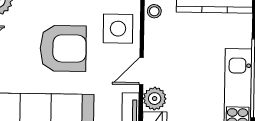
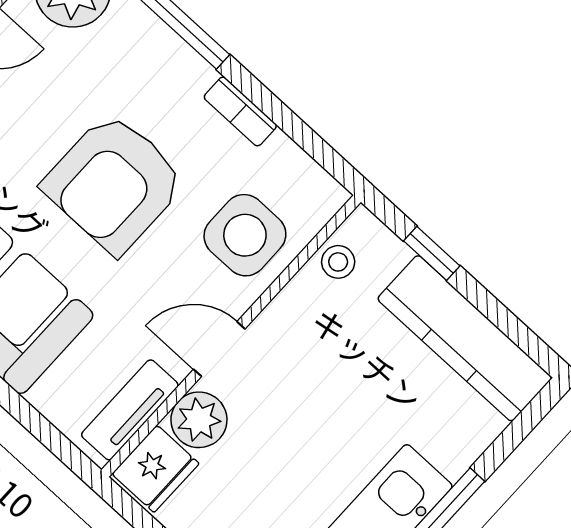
armchair: (63, 48) -> (114, 183), turned 90

